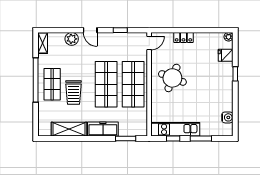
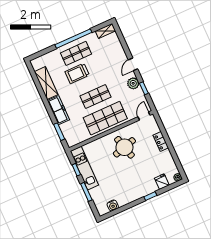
plant: (72, 39) -> (133, 83), moved
door: (149, 43) -> (144, 116), swing flipped
round table: (172, 78) -> (124, 147), turned -37
shop shelf: (106, 84) -> (95, 97), width x0.70, depth x0.74

